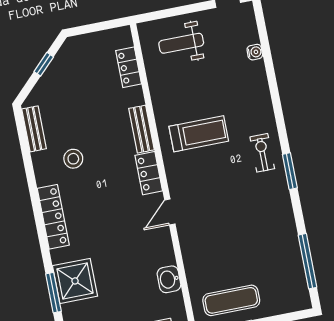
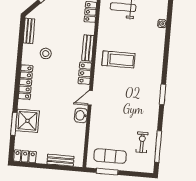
exercise bike: (262, 153) -> (142, 142), moved
washbasin: (169, 279) -> (81, 115), moved

